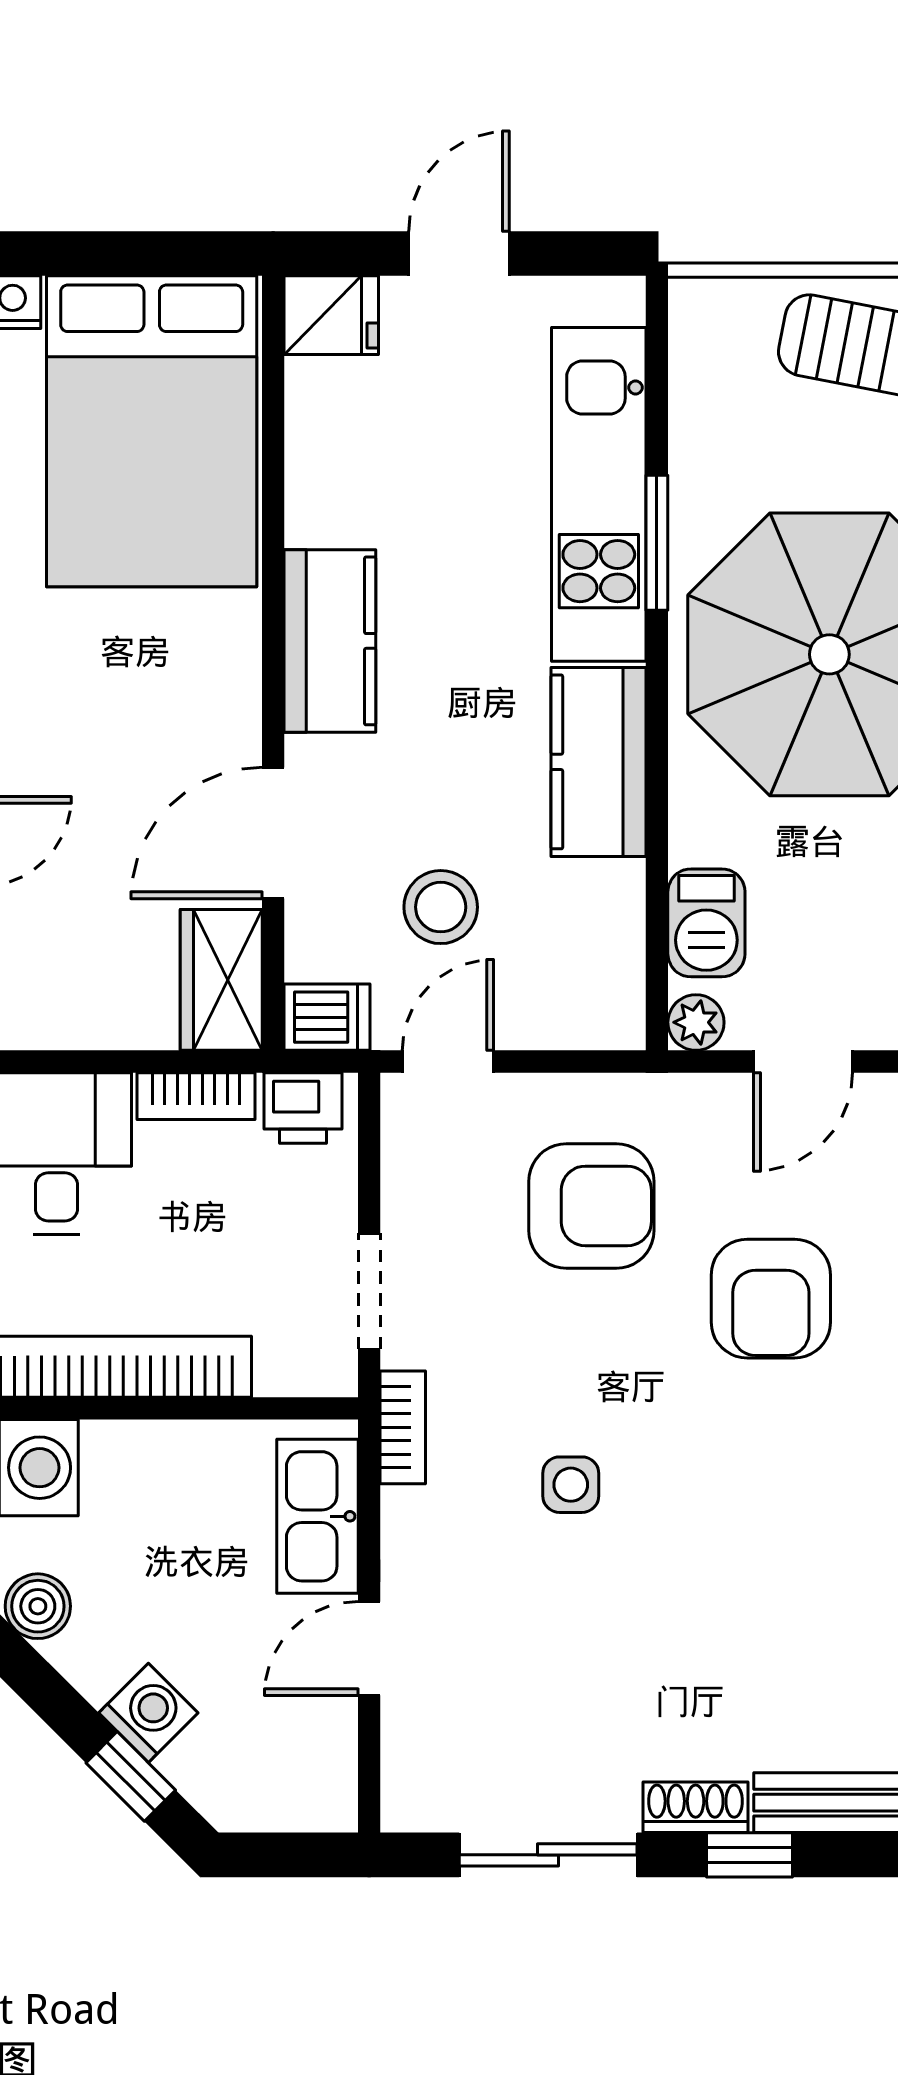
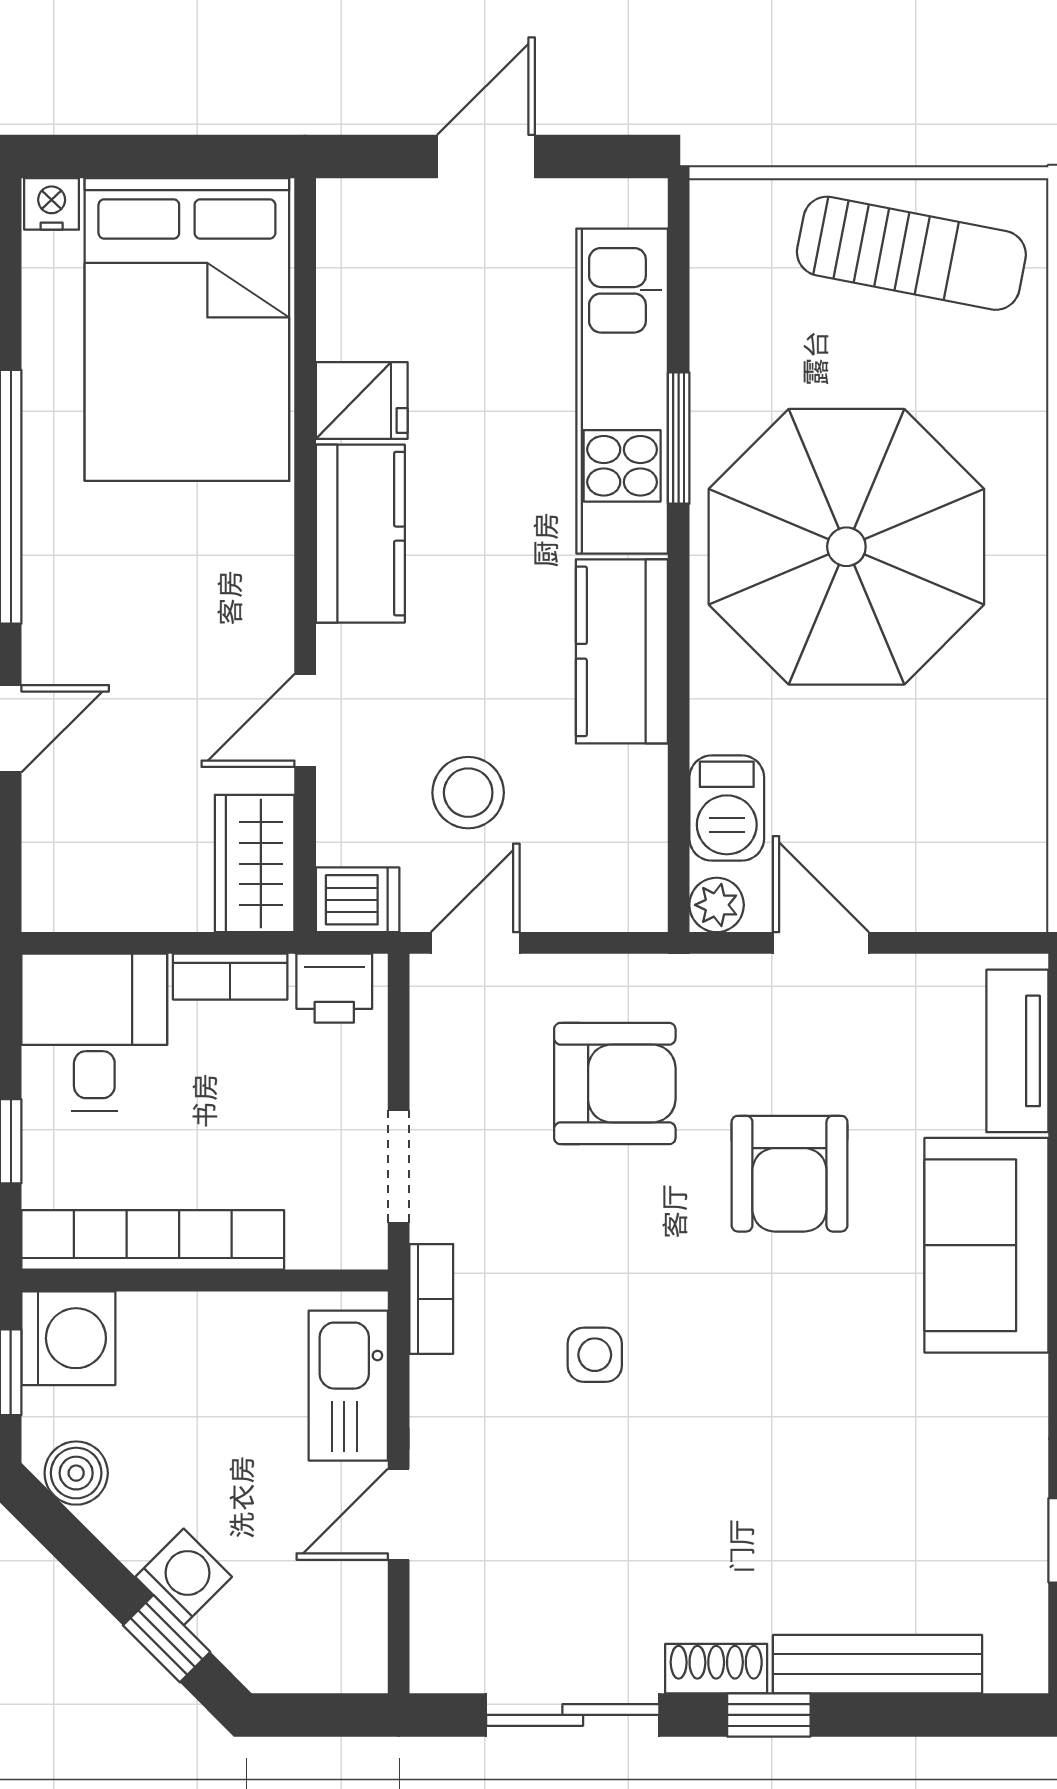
fridge: (331, 315) -> (362, 401), moved
door: (273, 833) -> (305, 721), width x0.73
door: (803, 1062) -> (821, 943), swing flipped

